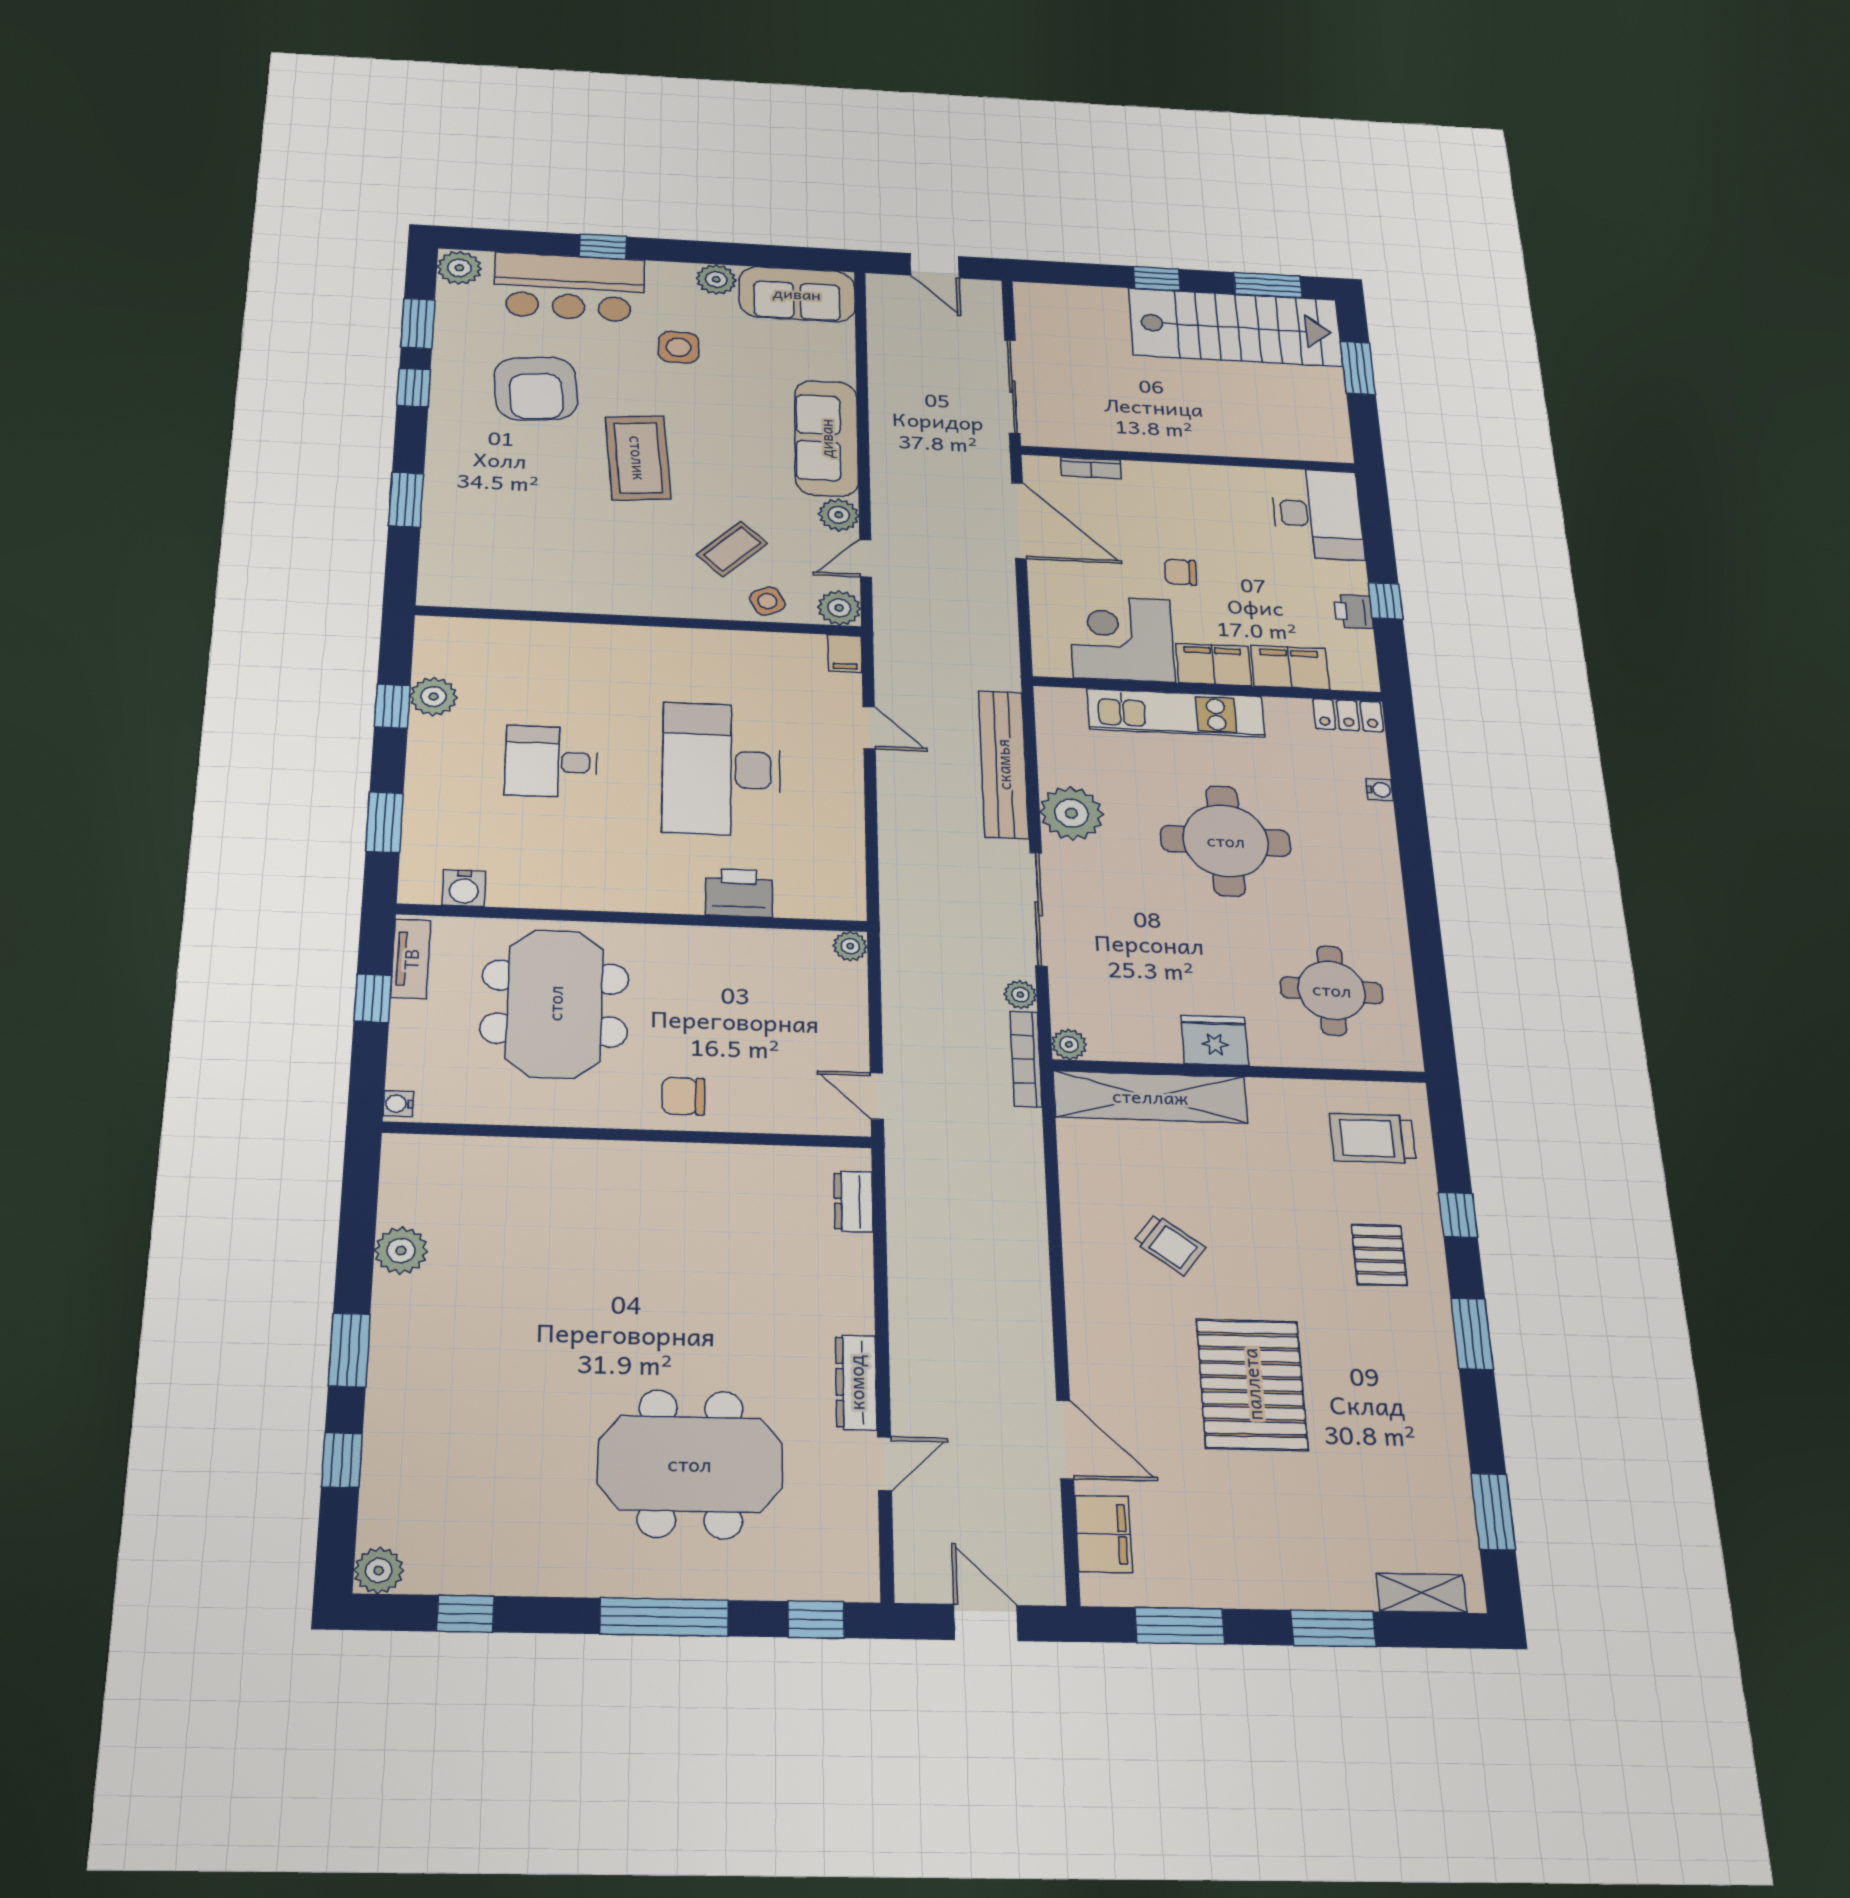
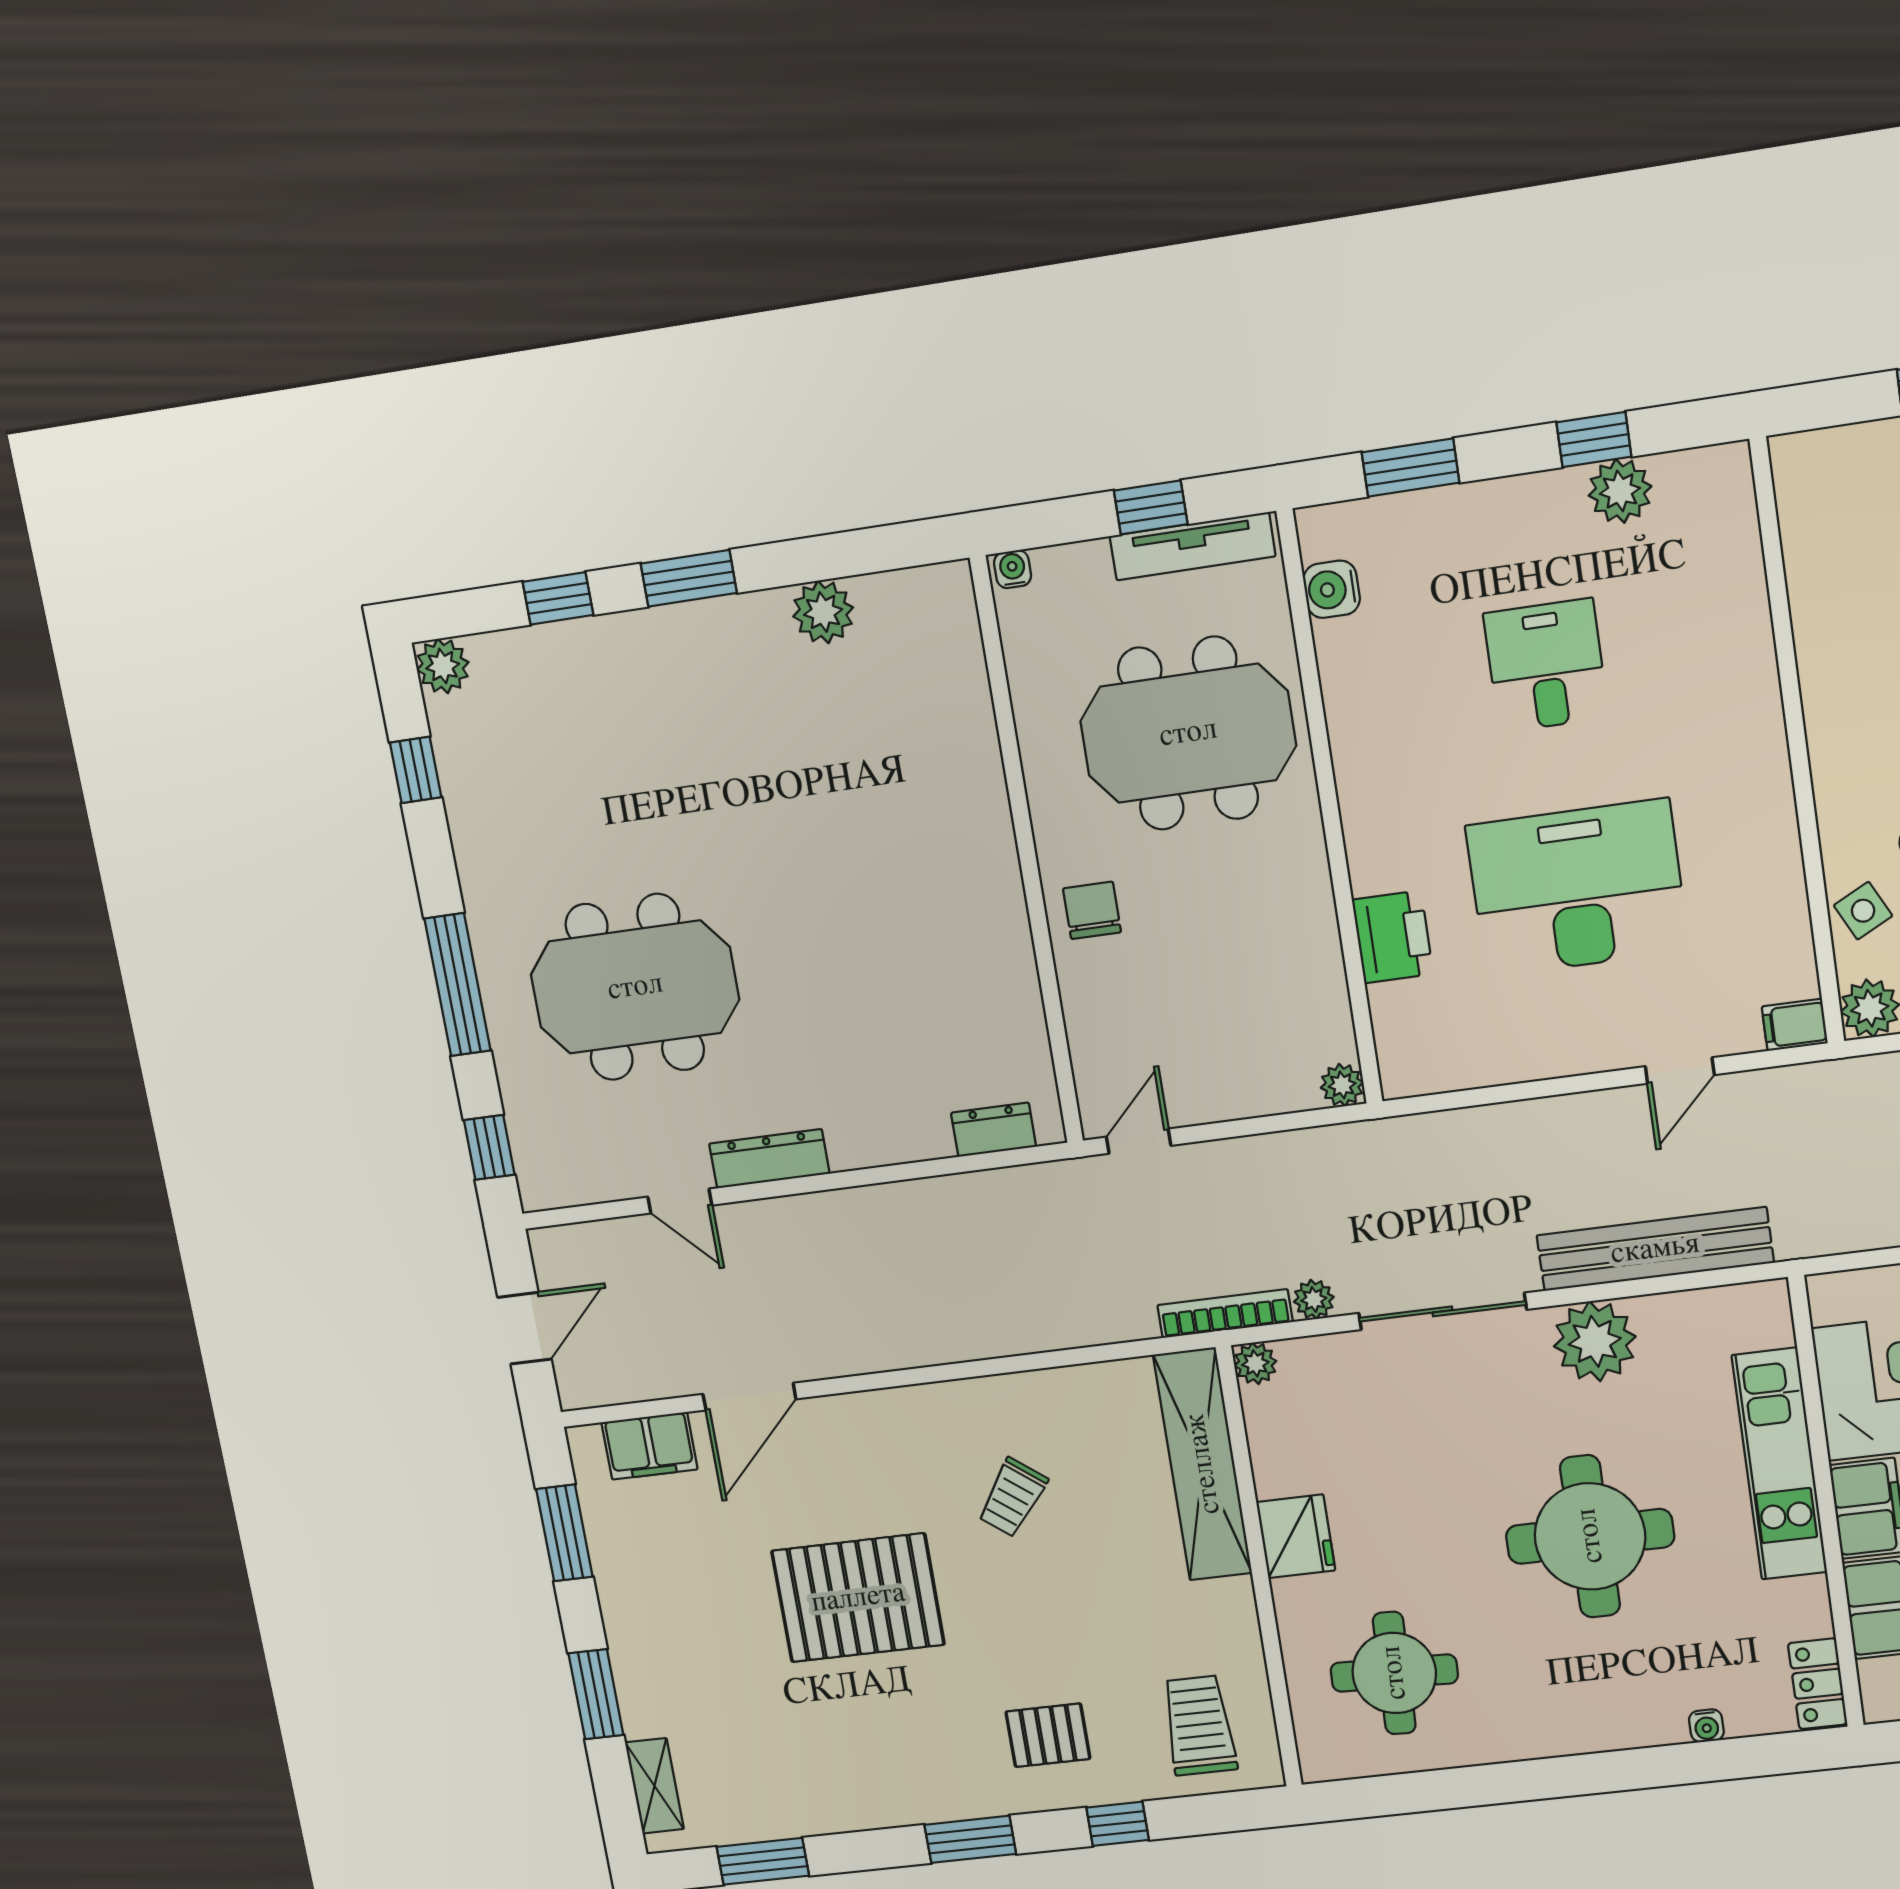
tv unit: (411, 959) -> (1193, 546), width x1.41
meeting table: (690, 1464) -> (635, 987), turned 90

